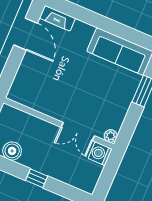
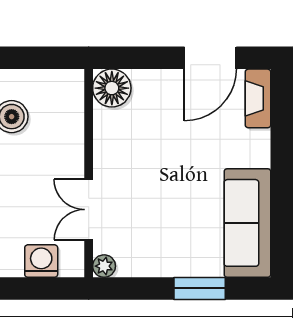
floor lamp: (19, 92) -> (112, 88), added
washing machine: (100, 154) -> (41, 261), moved

